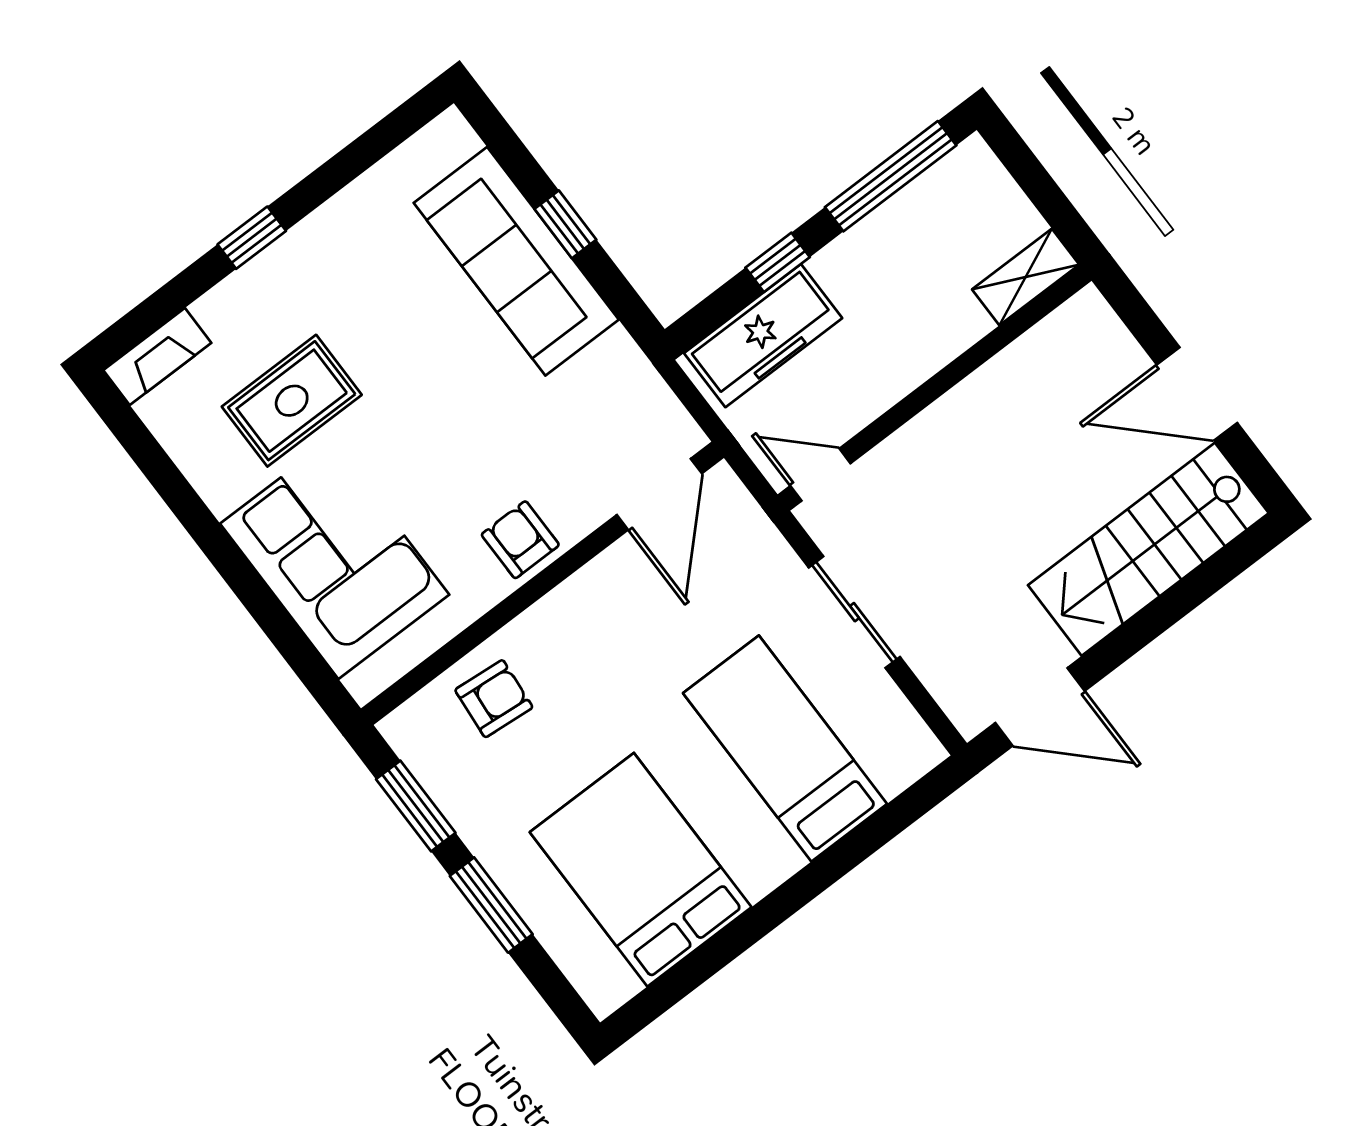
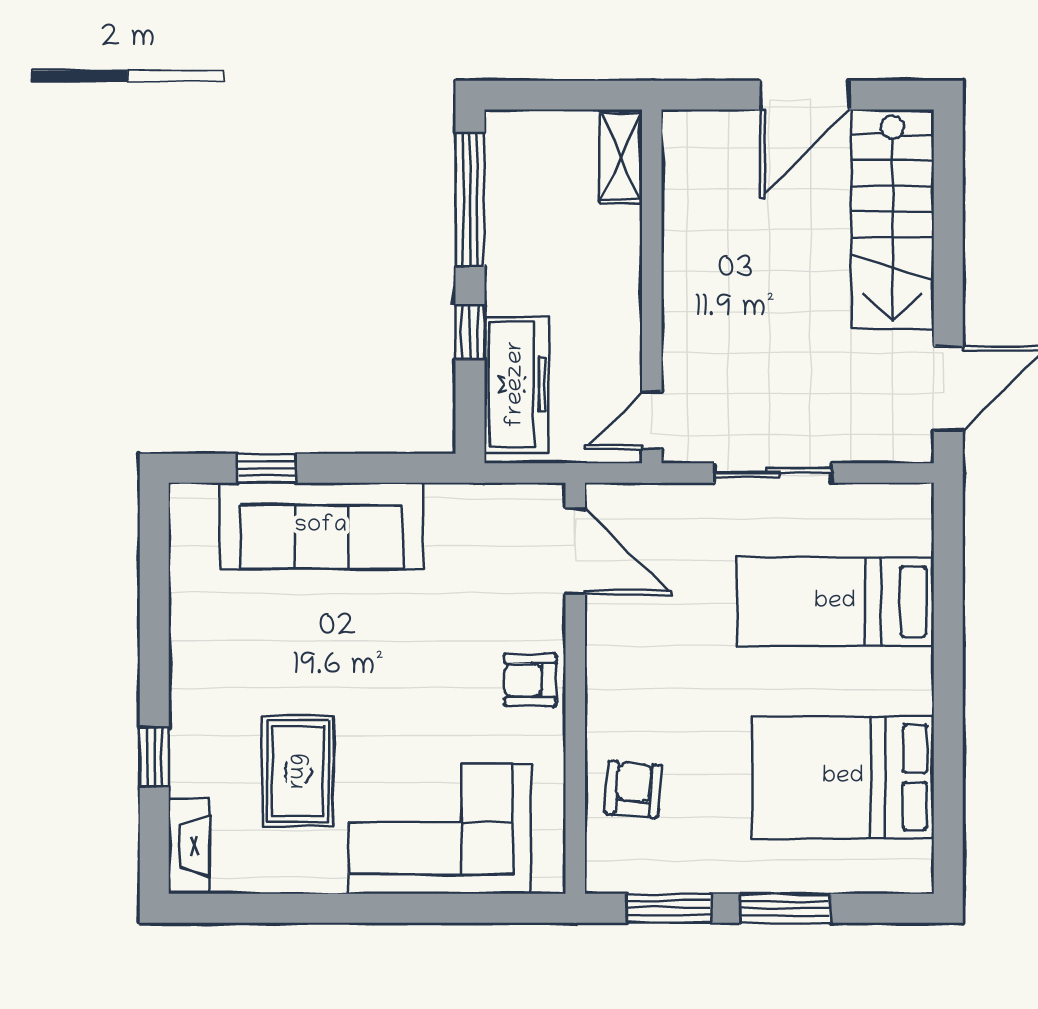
window: (565, 224) -> (267, 468), moved
window: (252, 238) -> (154, 757), moved

